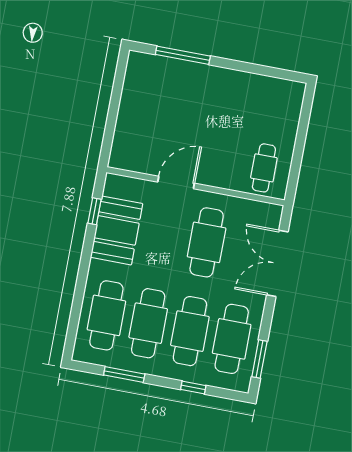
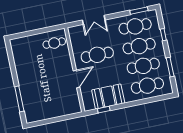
door: (176, 183) -> (76, 79), swing flipped
double door: (277, 263) -> (94, 20), width x0.73

